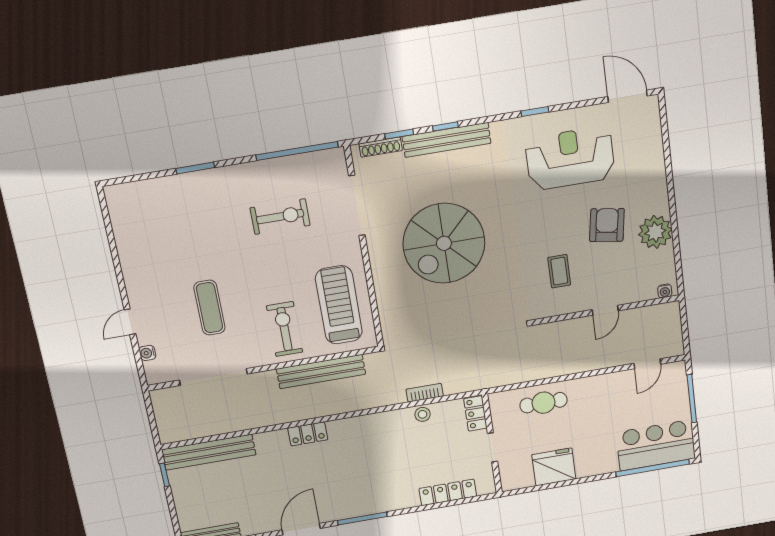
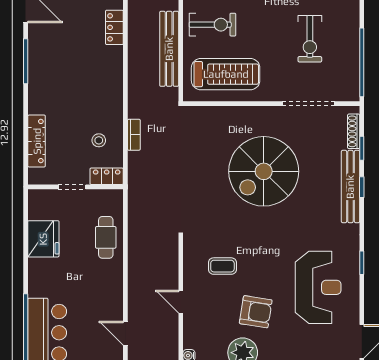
spiral stairs: (444, 243) -> (264, 171), turned -90
stool: (423, 414) -> (99, 140), moved

